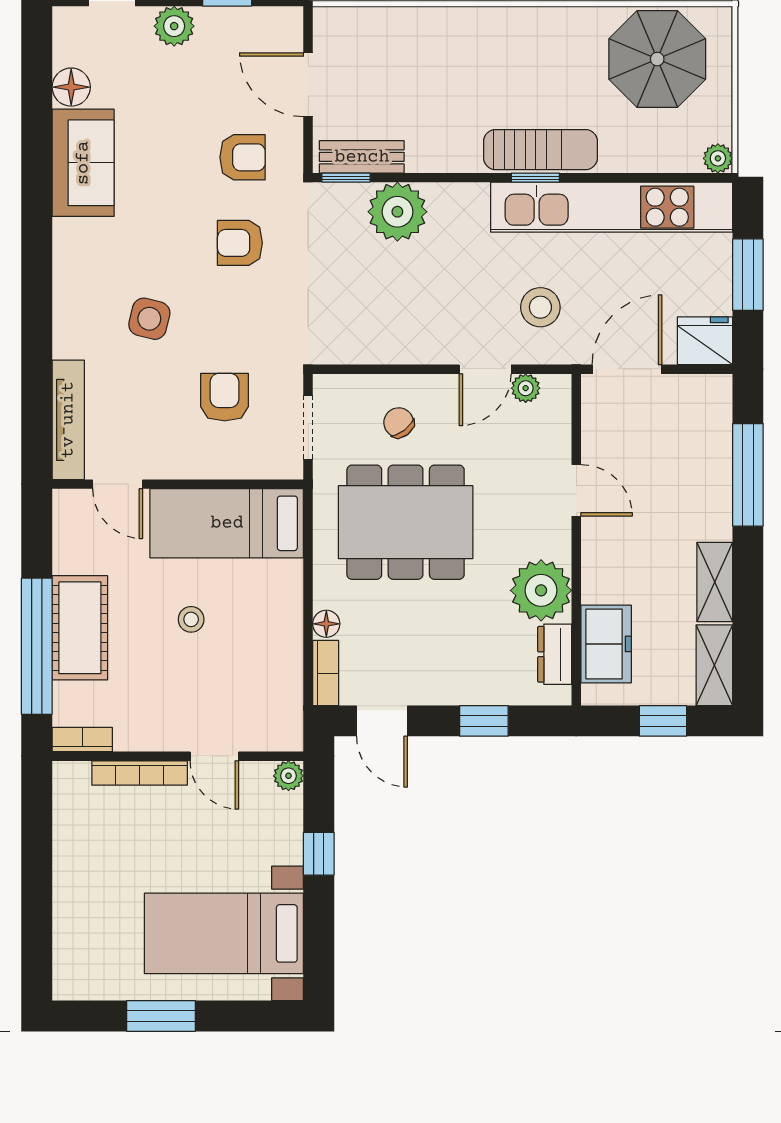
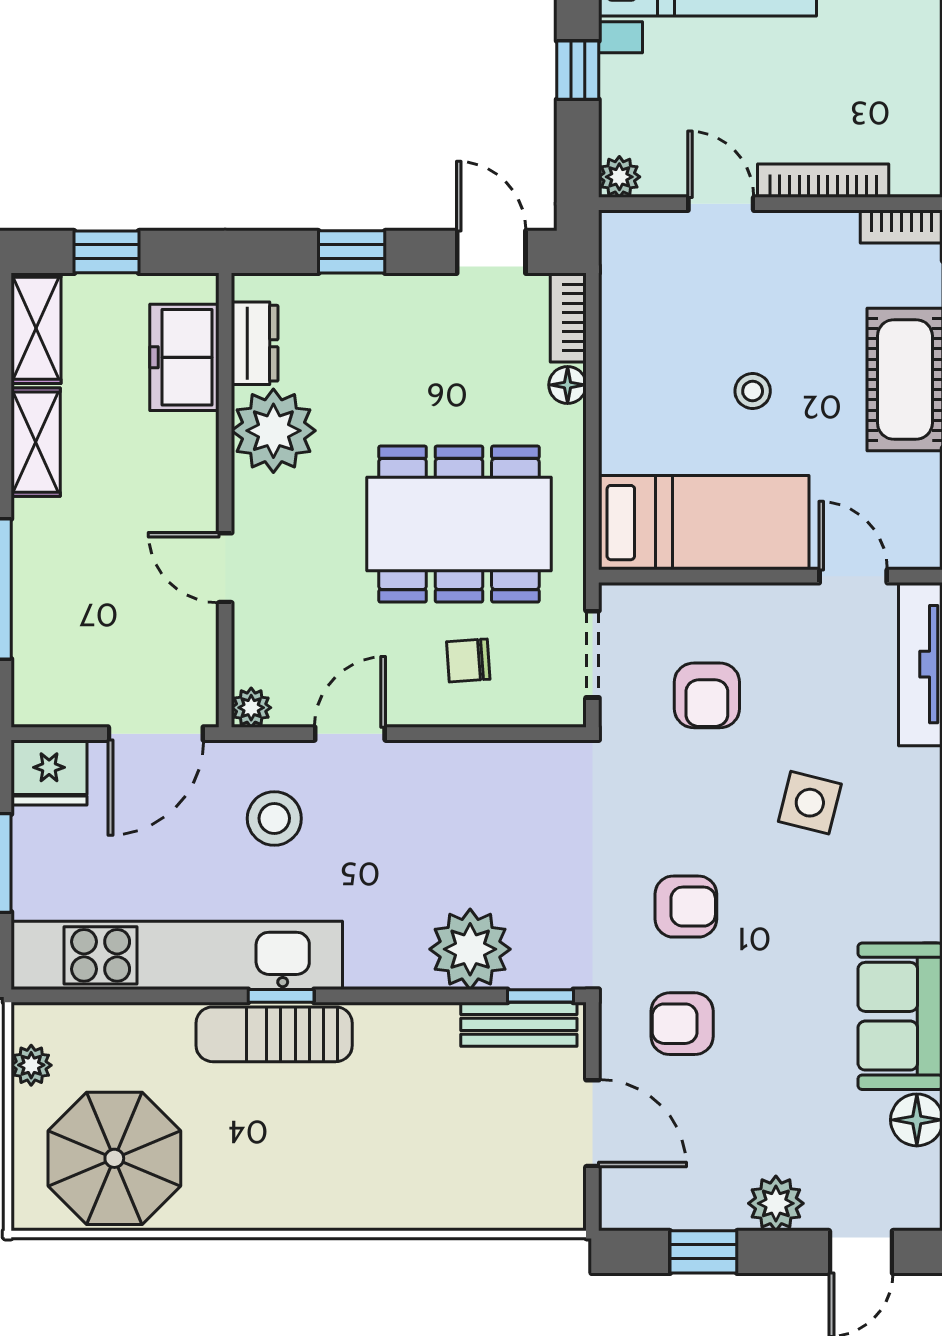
plant: (718, 158) -> (31, 1065), moved
plant: (526, 388) -> (251, 708), moved
chair: (399, 423) -> (468, 660), turned 124

